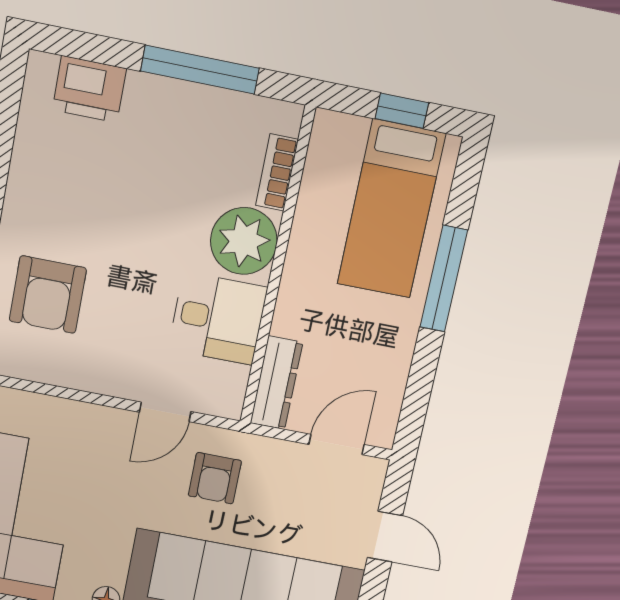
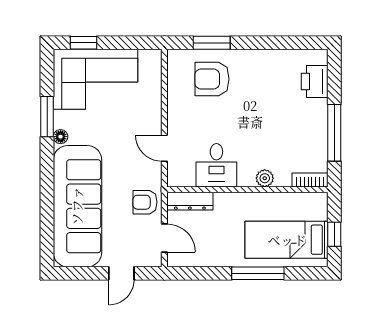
bookcase: (277, 172) -> (310, 180), moved
plant: (244, 241) -> (265, 178), width x0.53, depth x0.53
armchair: (215, 478) -> (145, 202), moved

